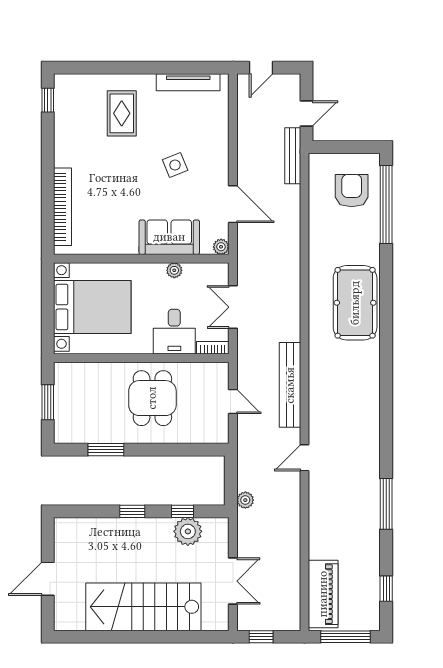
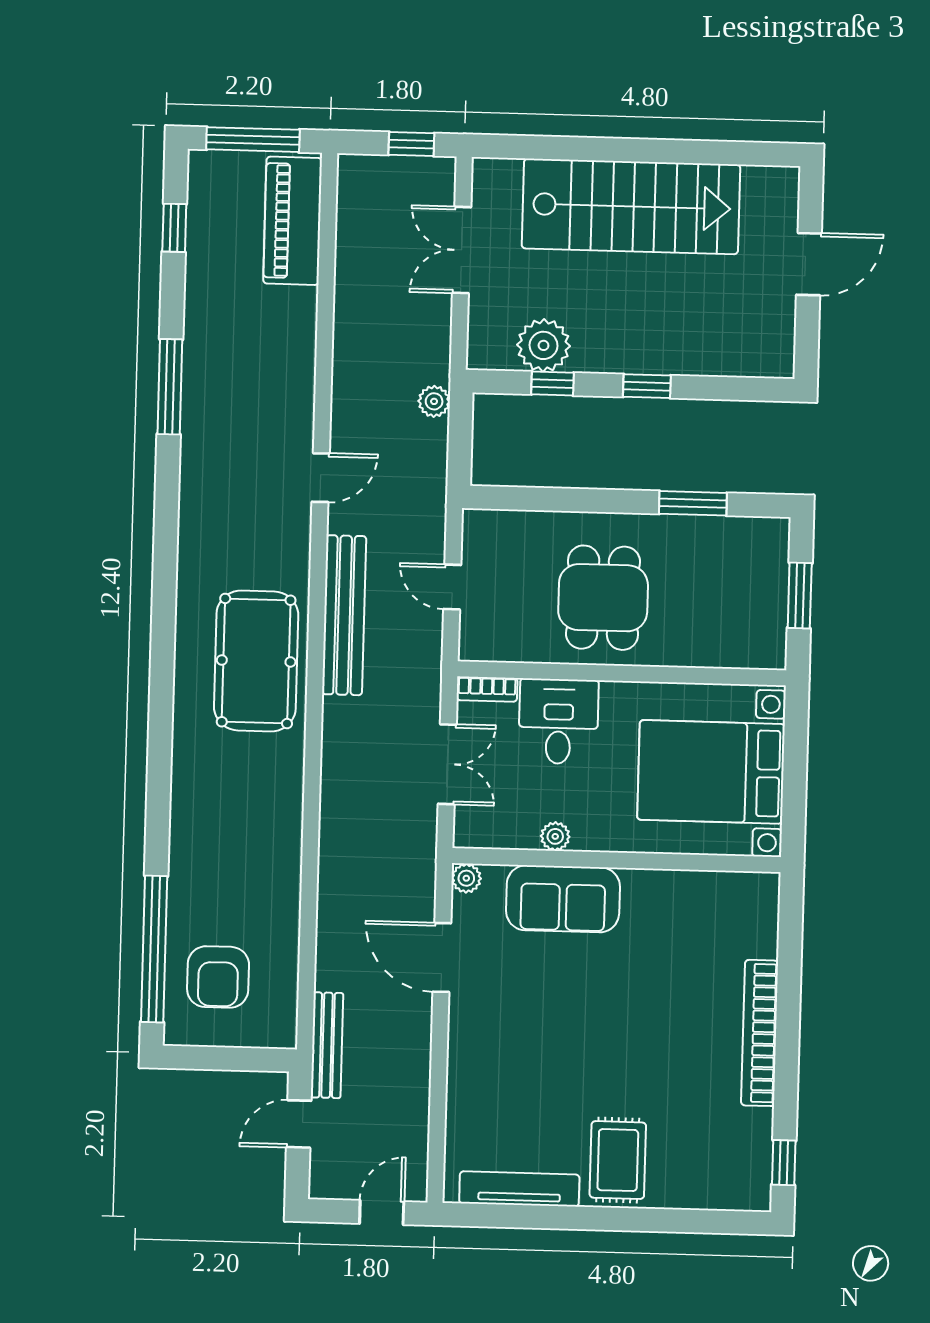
rug: (122, 113) -> (618, 1160), moved
side table: (175, 165) -> (548, 1034), removed
bookcase: (63, 207) -> (760, 1033), moved
pool table: (355, 303) -> (256, 661), moved

